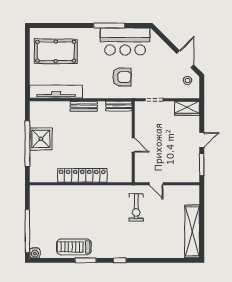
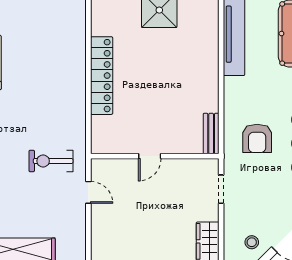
bench: (84, 106) -> (211, 78), removed
door: (156, 184) -> (88, 192), swing flipped

